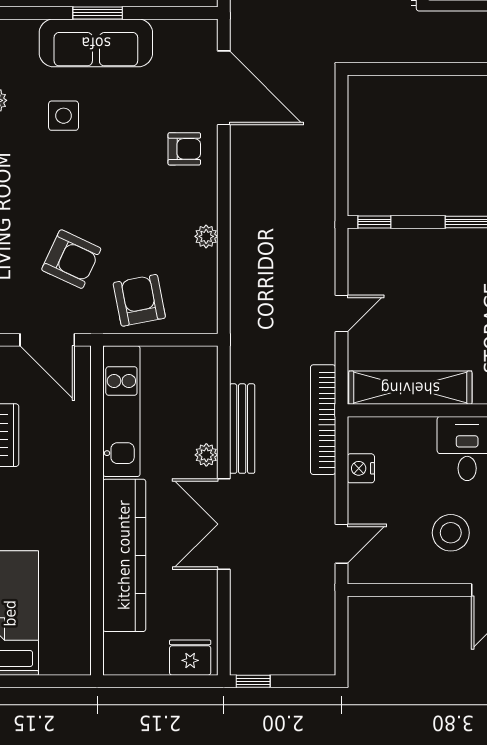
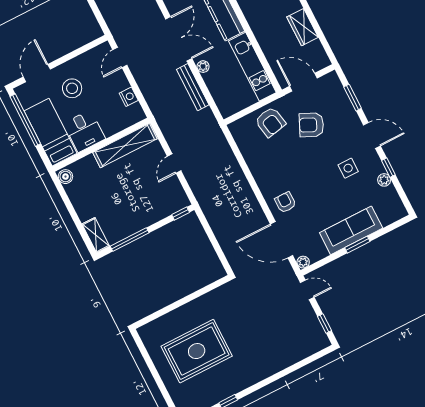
side table: (64, 116) -> (348, 168), moved
armchair: (184, 149) -> (285, 202), turned 90
plant: (206, 236) -> (303, 262), moved
bookcase: (323, 420) -> (158, 110), removed

